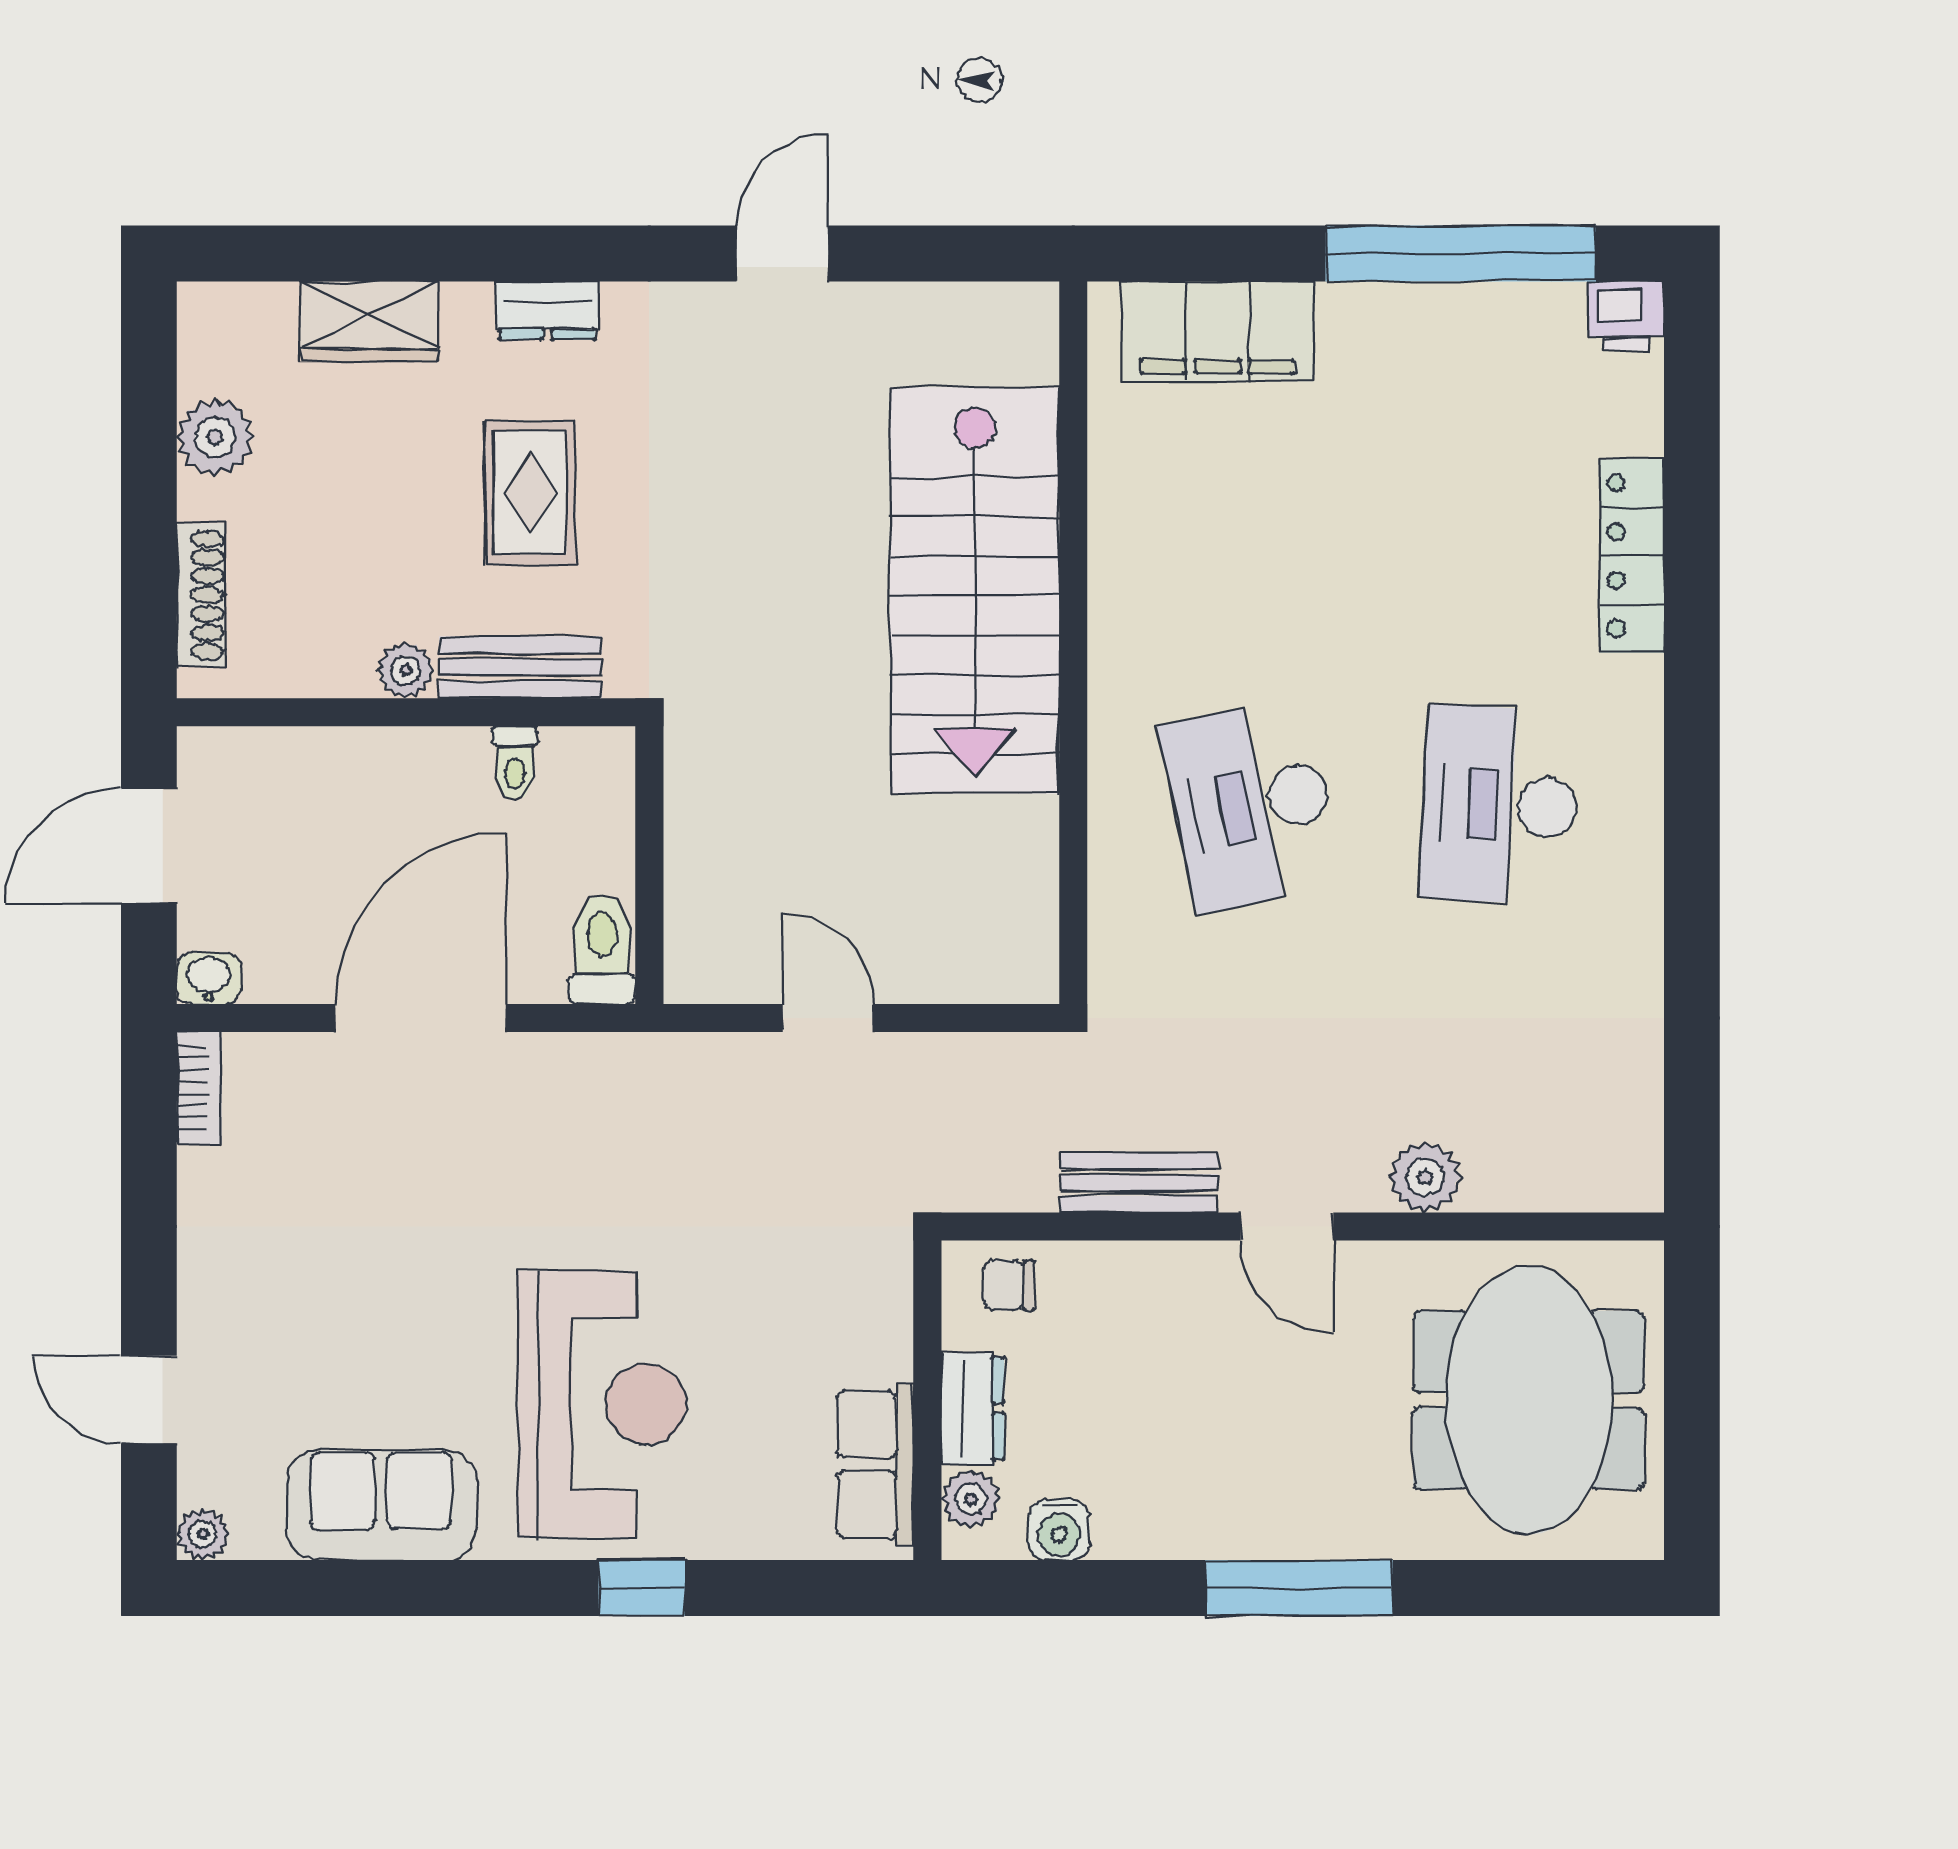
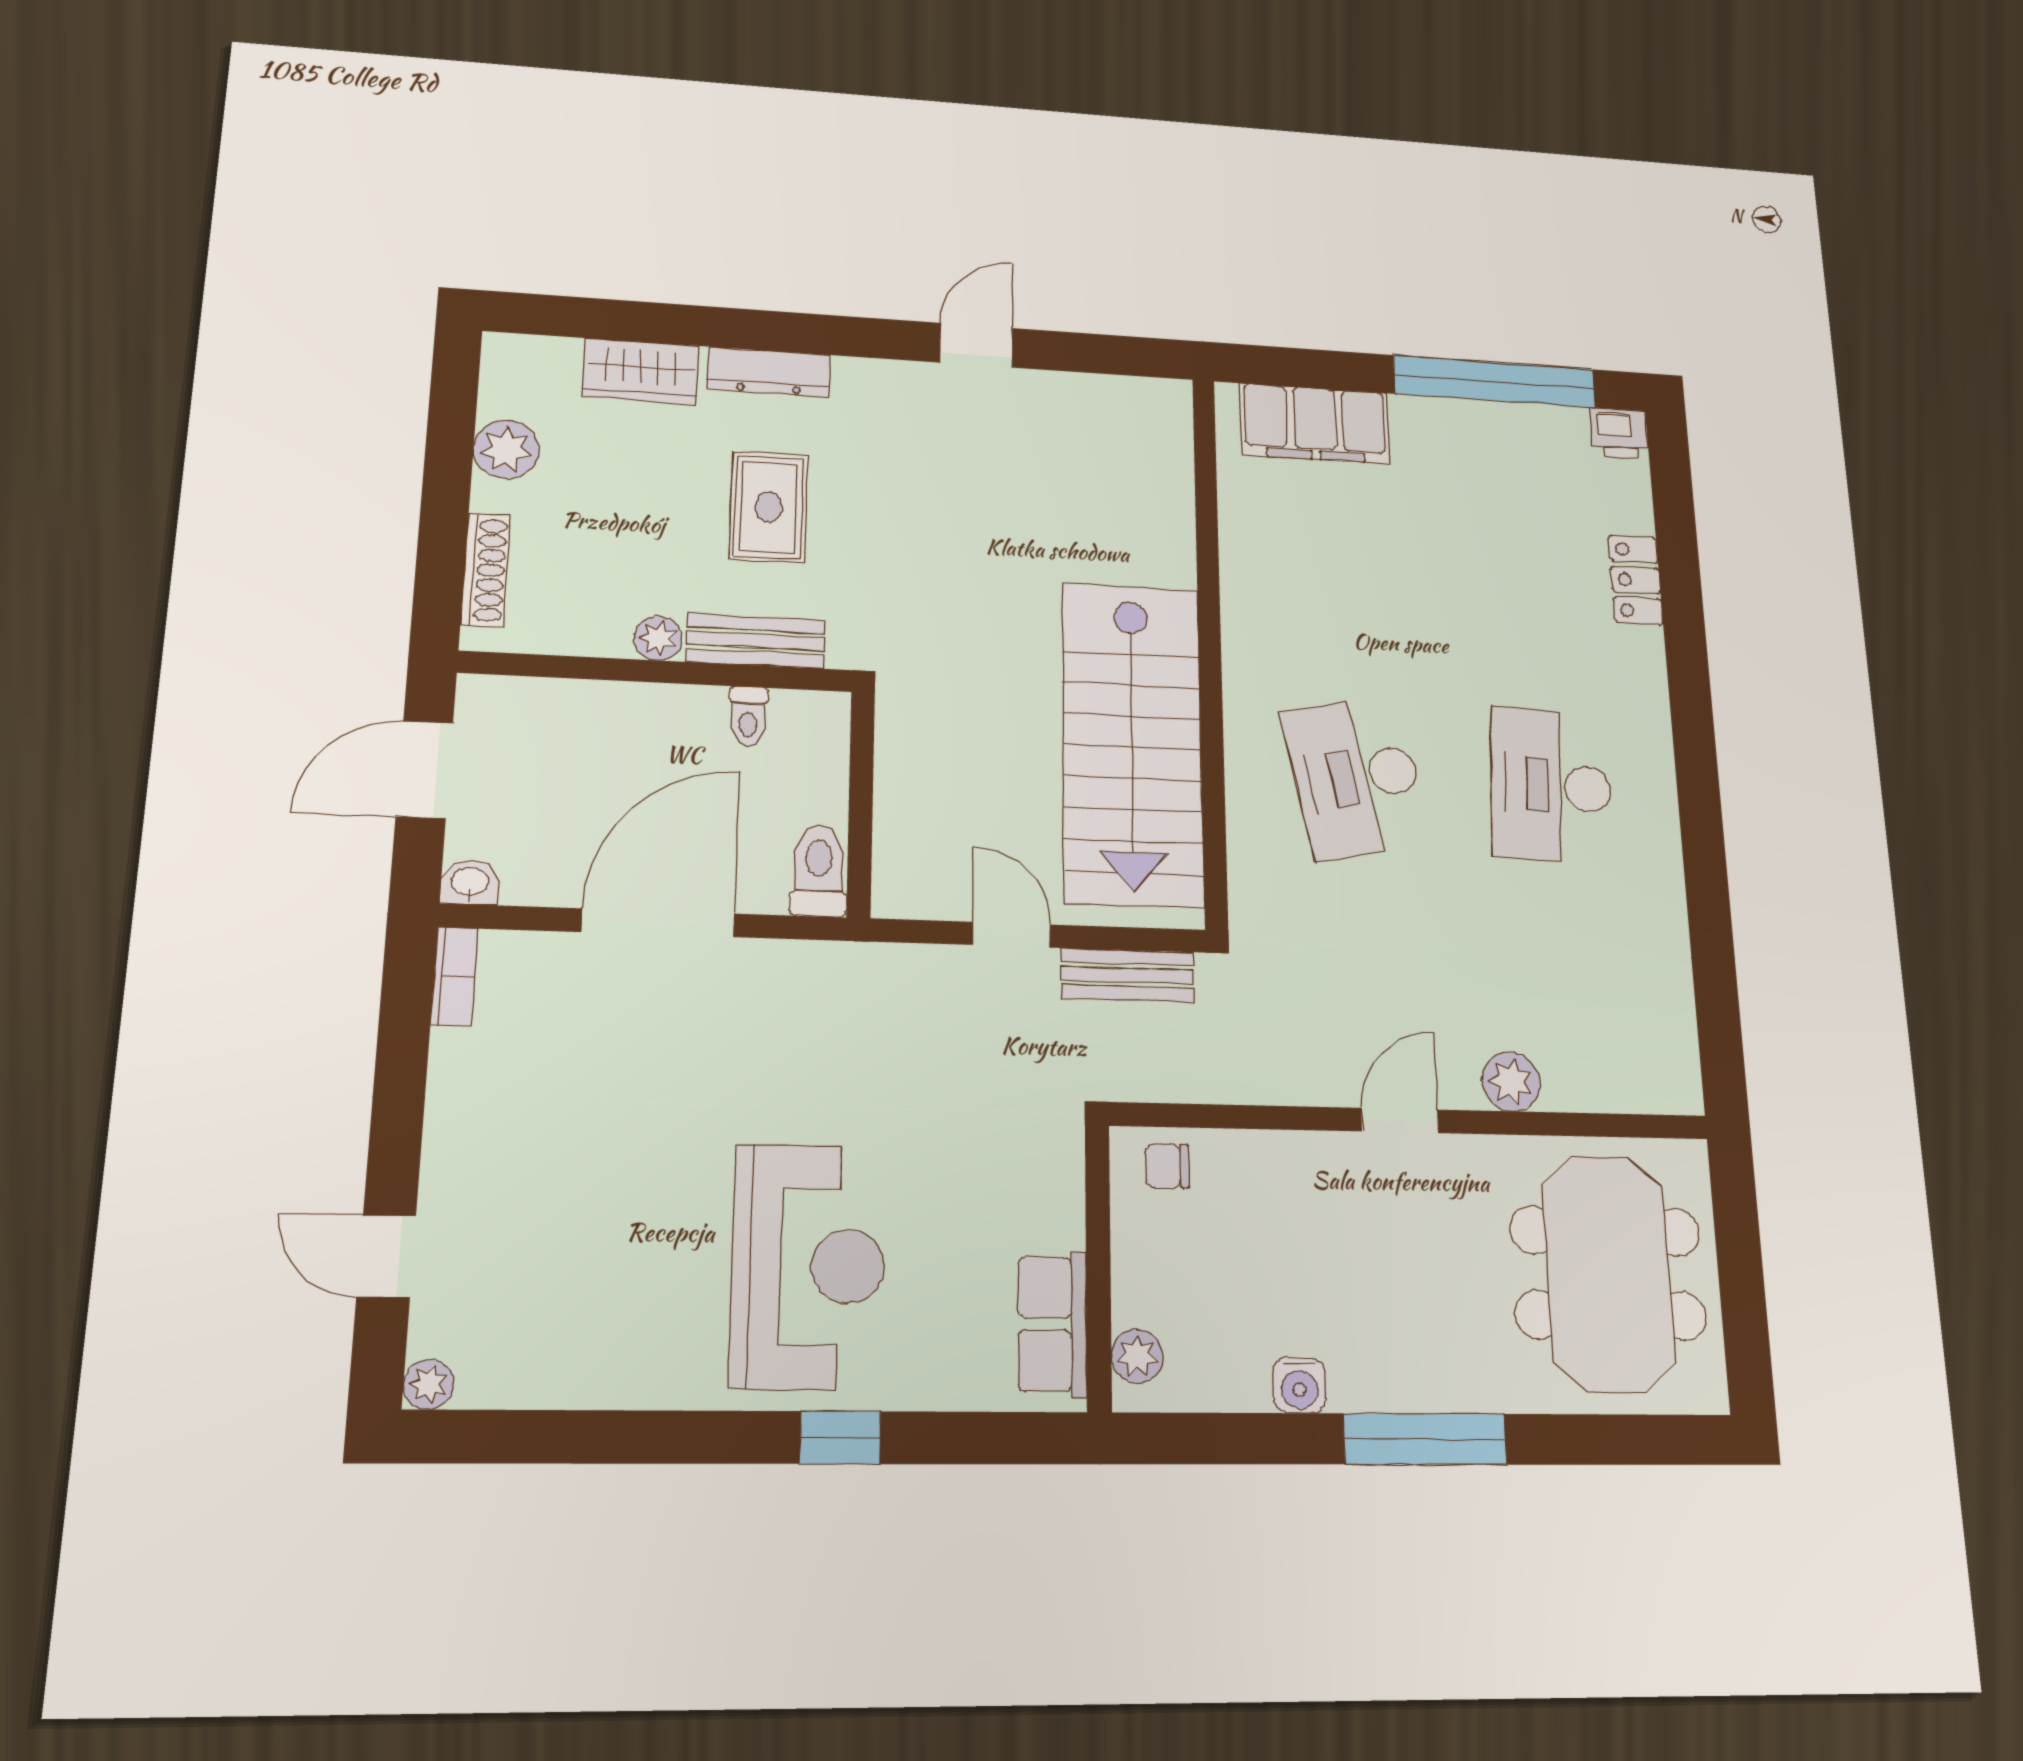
dresser: (548, 311) -> (769, 372), width x1.44
locker: (1632, 556) -> (1636, 580), width x0.66
stairs: (975, 591) -> (1132, 743), moved
bench: (1139, 1183) -> (1128, 975), moved
door: (1287, 1227) -> (1400, 1121), swing flipped
dresser: (973, 1408) -> (1138, 1274), removed
sofa: (381, 1505) -> (600, 1358), removed
water cooler: (1059, 1530) -> (1299, 1385), moved

